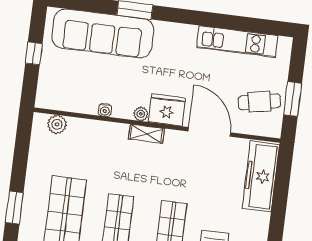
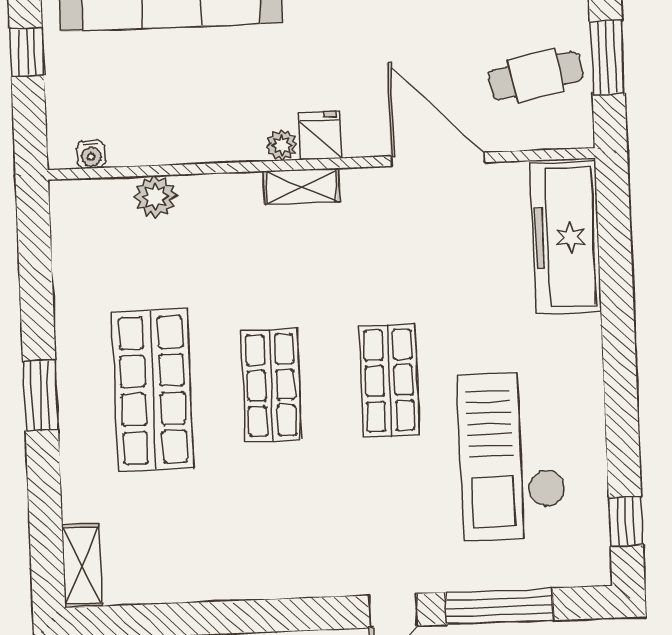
water cooler: (105, 110) -> (91, 154), moved
fridge: (167, 110) -> (320, 136), width x0.53, depth x0.75
plant: (57, 124) -> (155, 196), moved

